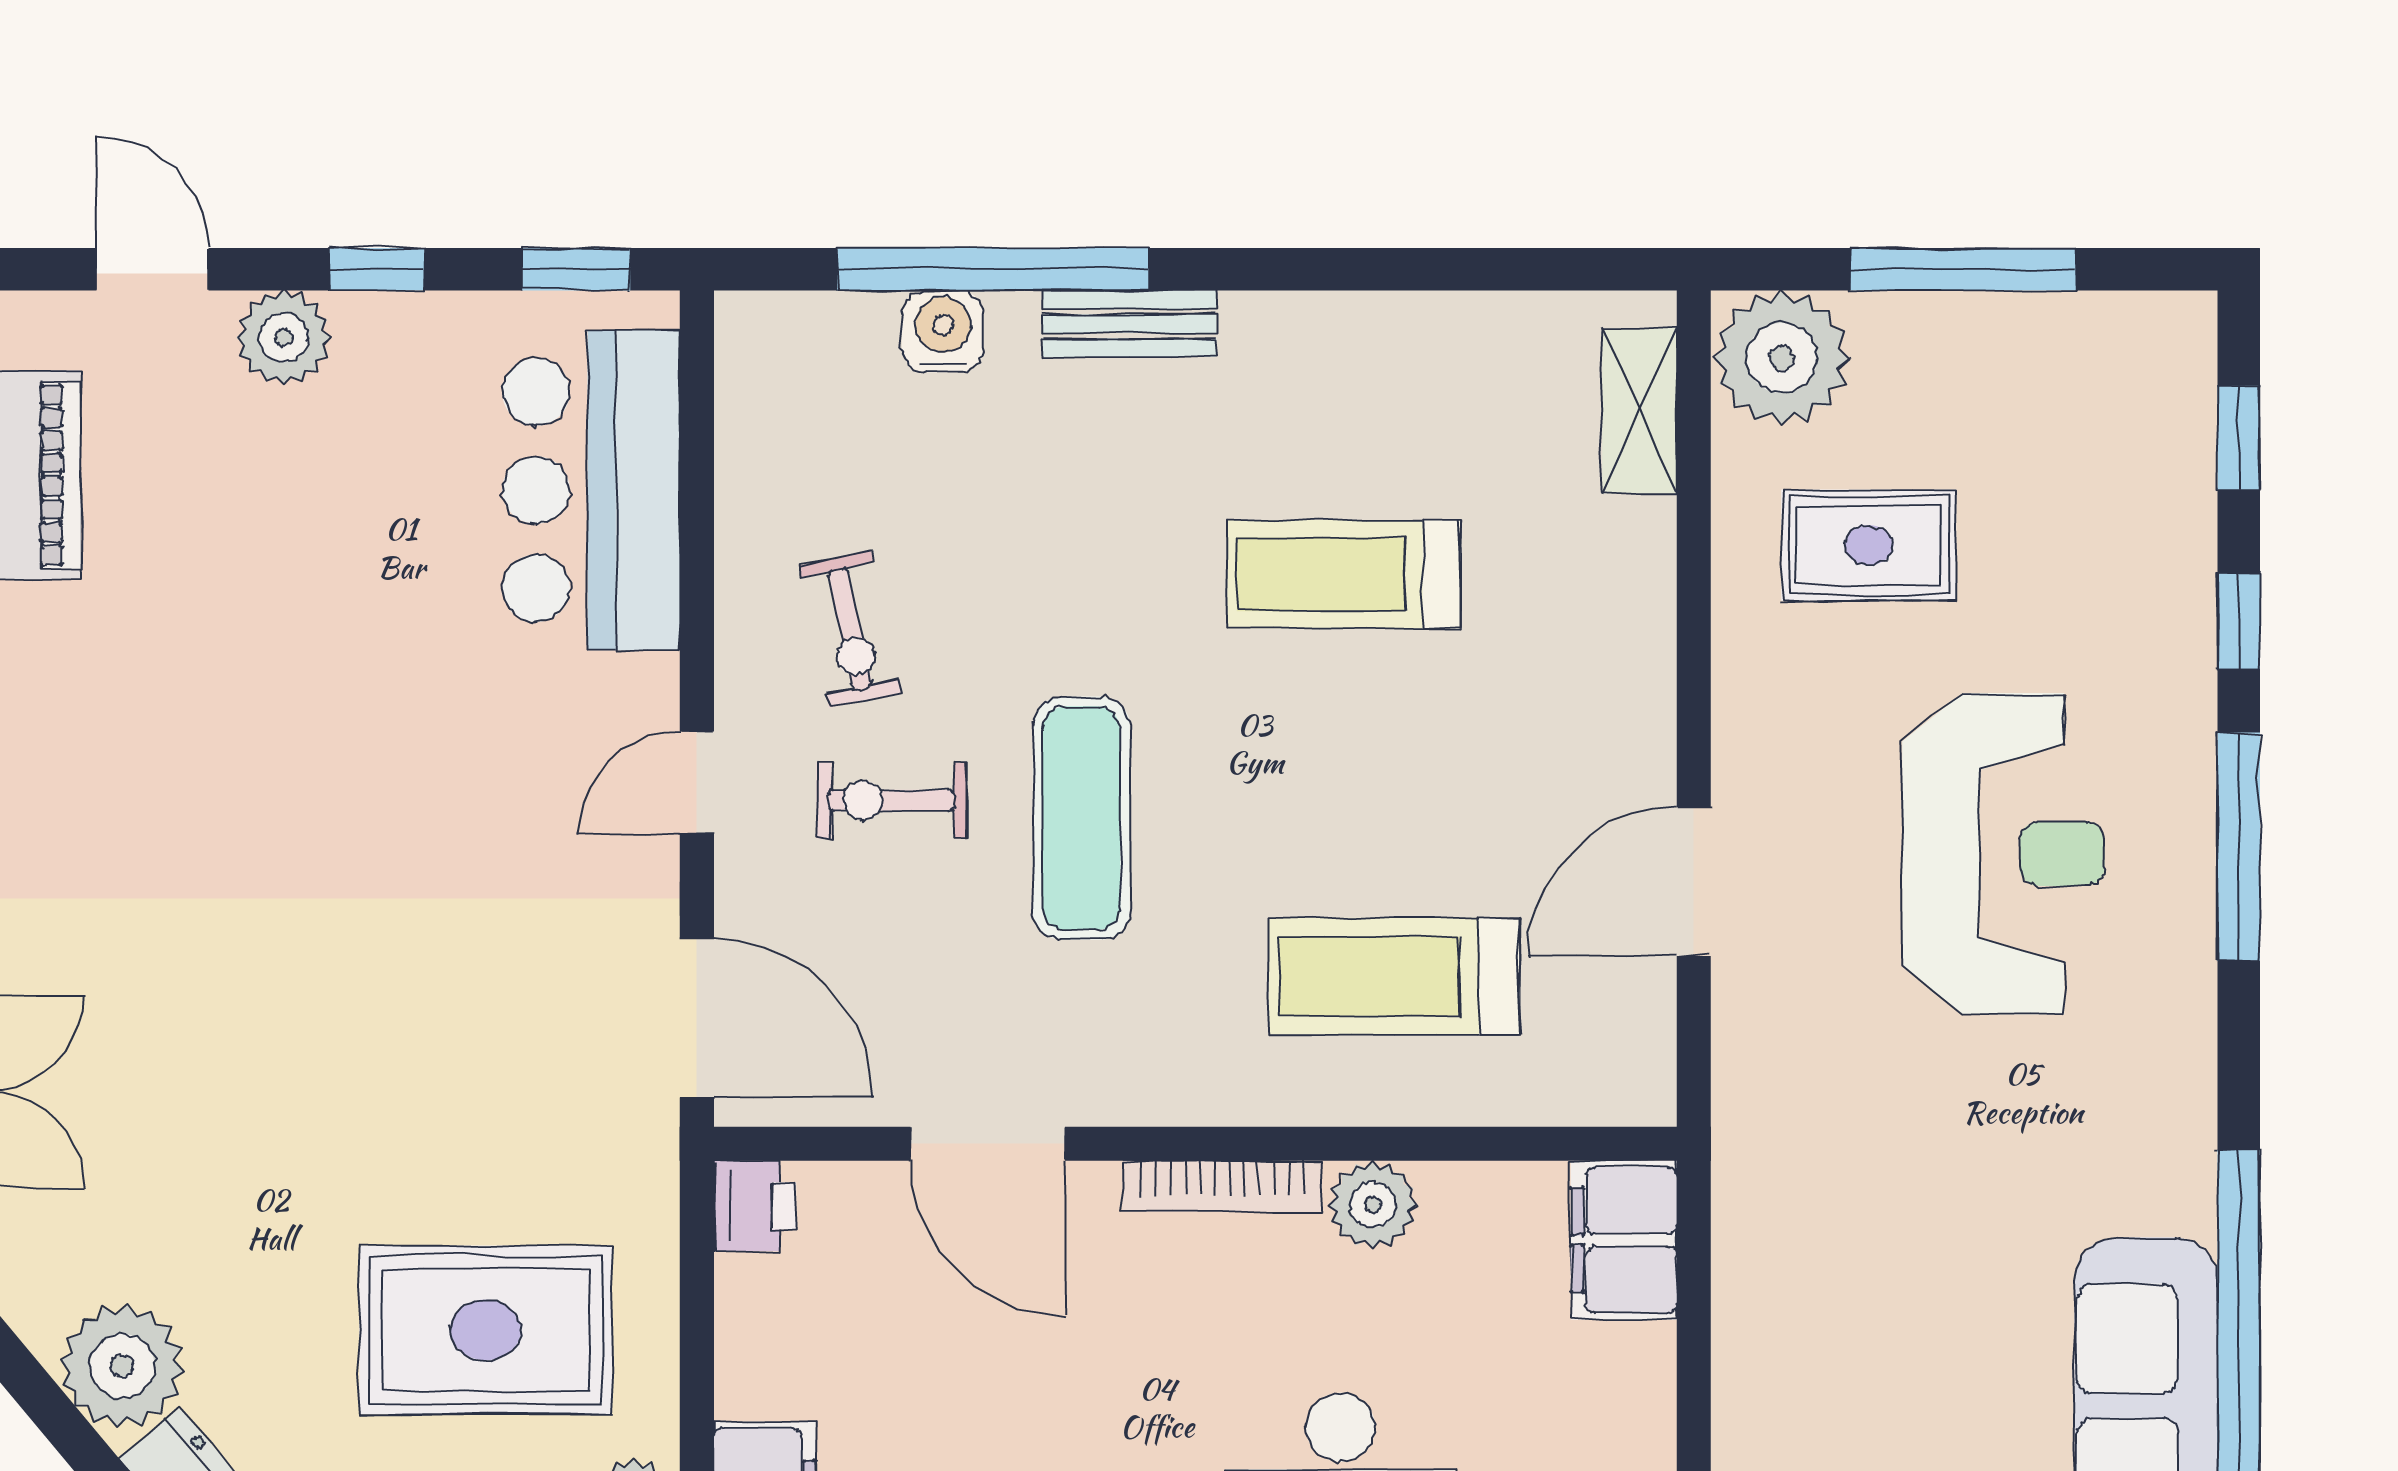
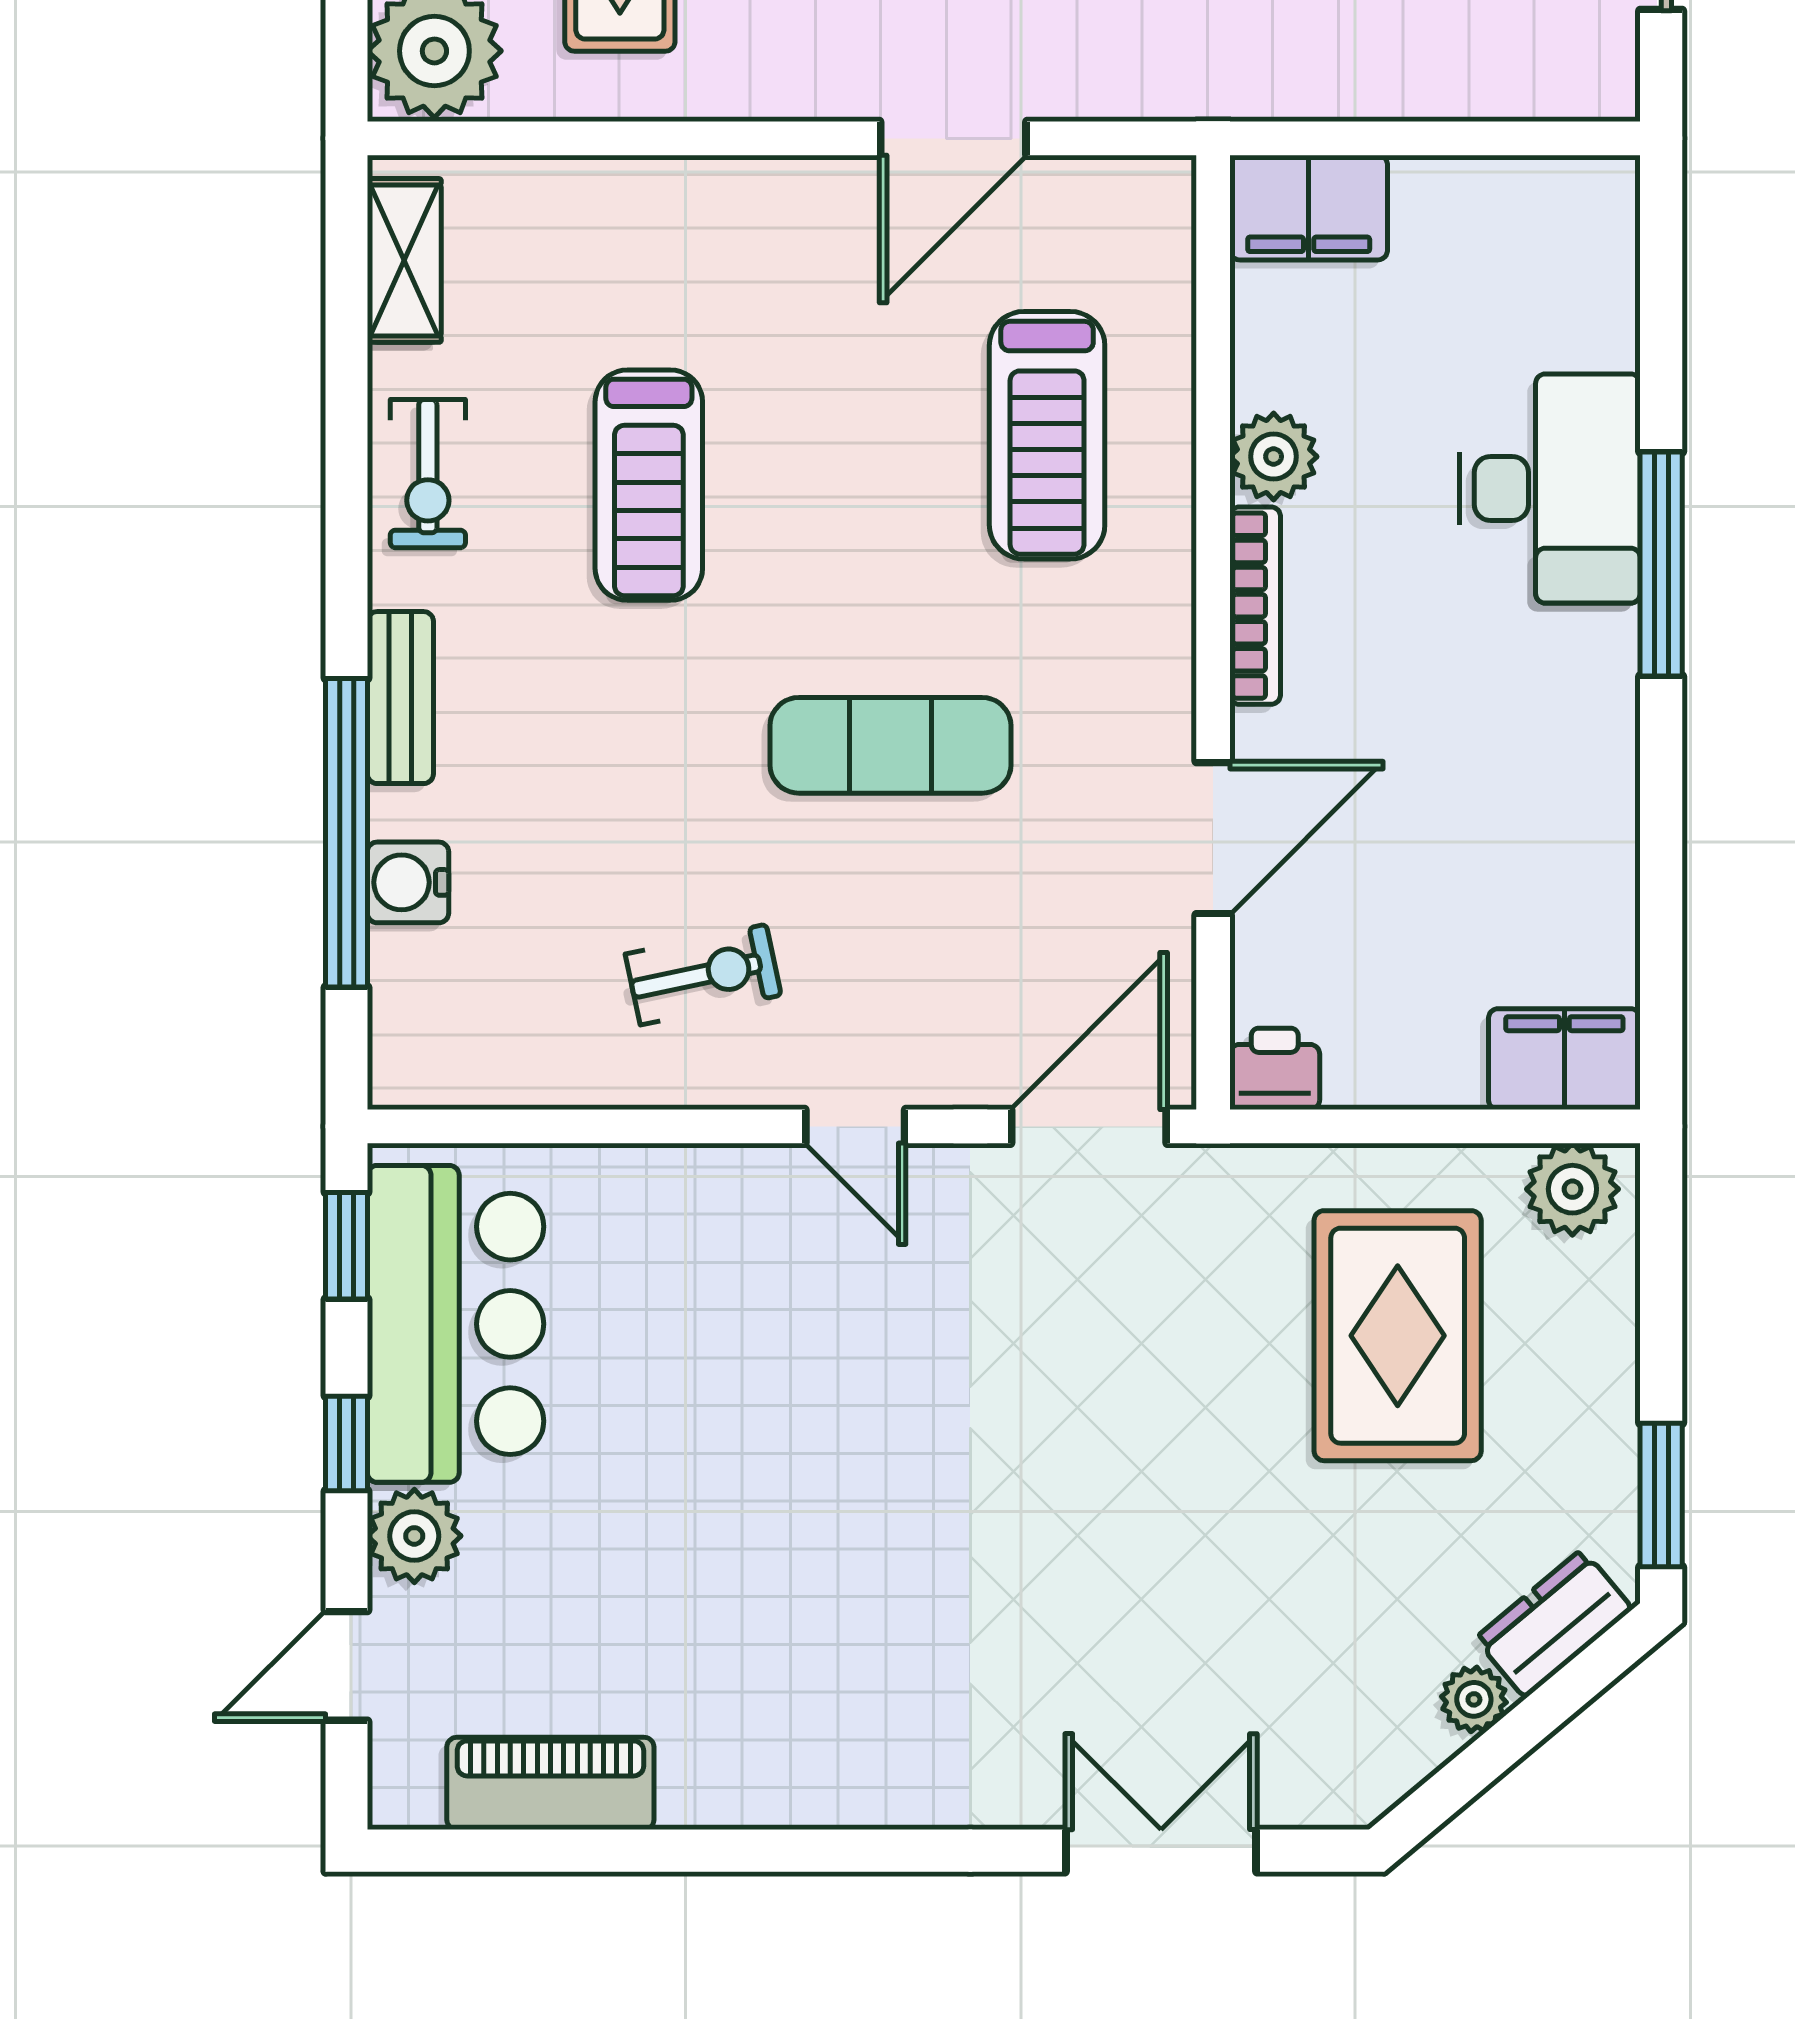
shelving: (1640, 411) -> (404, 260), moved, turned 90
bar counter: (591, 490) -> (456, 1324), moved, turned -90
exercise bike: (891, 800) -> (428, 474), moved
door: (1694, 882) -> (953, 138), hinge flipped
plant: (122, 1366) -> (1474, 1699), width x0.53, depth x0.53

